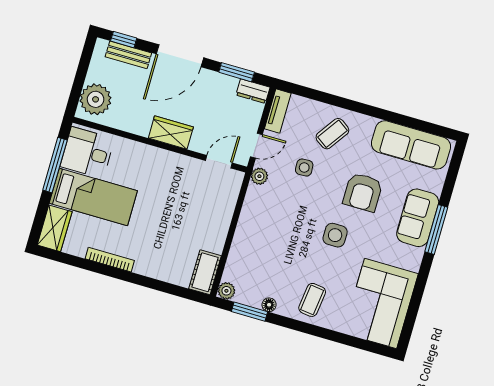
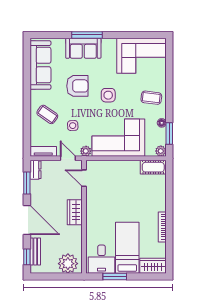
window: (55, 165) -> (115, 277), width x0.69
corner sofa: (266, 232) -> (118, 138), added

